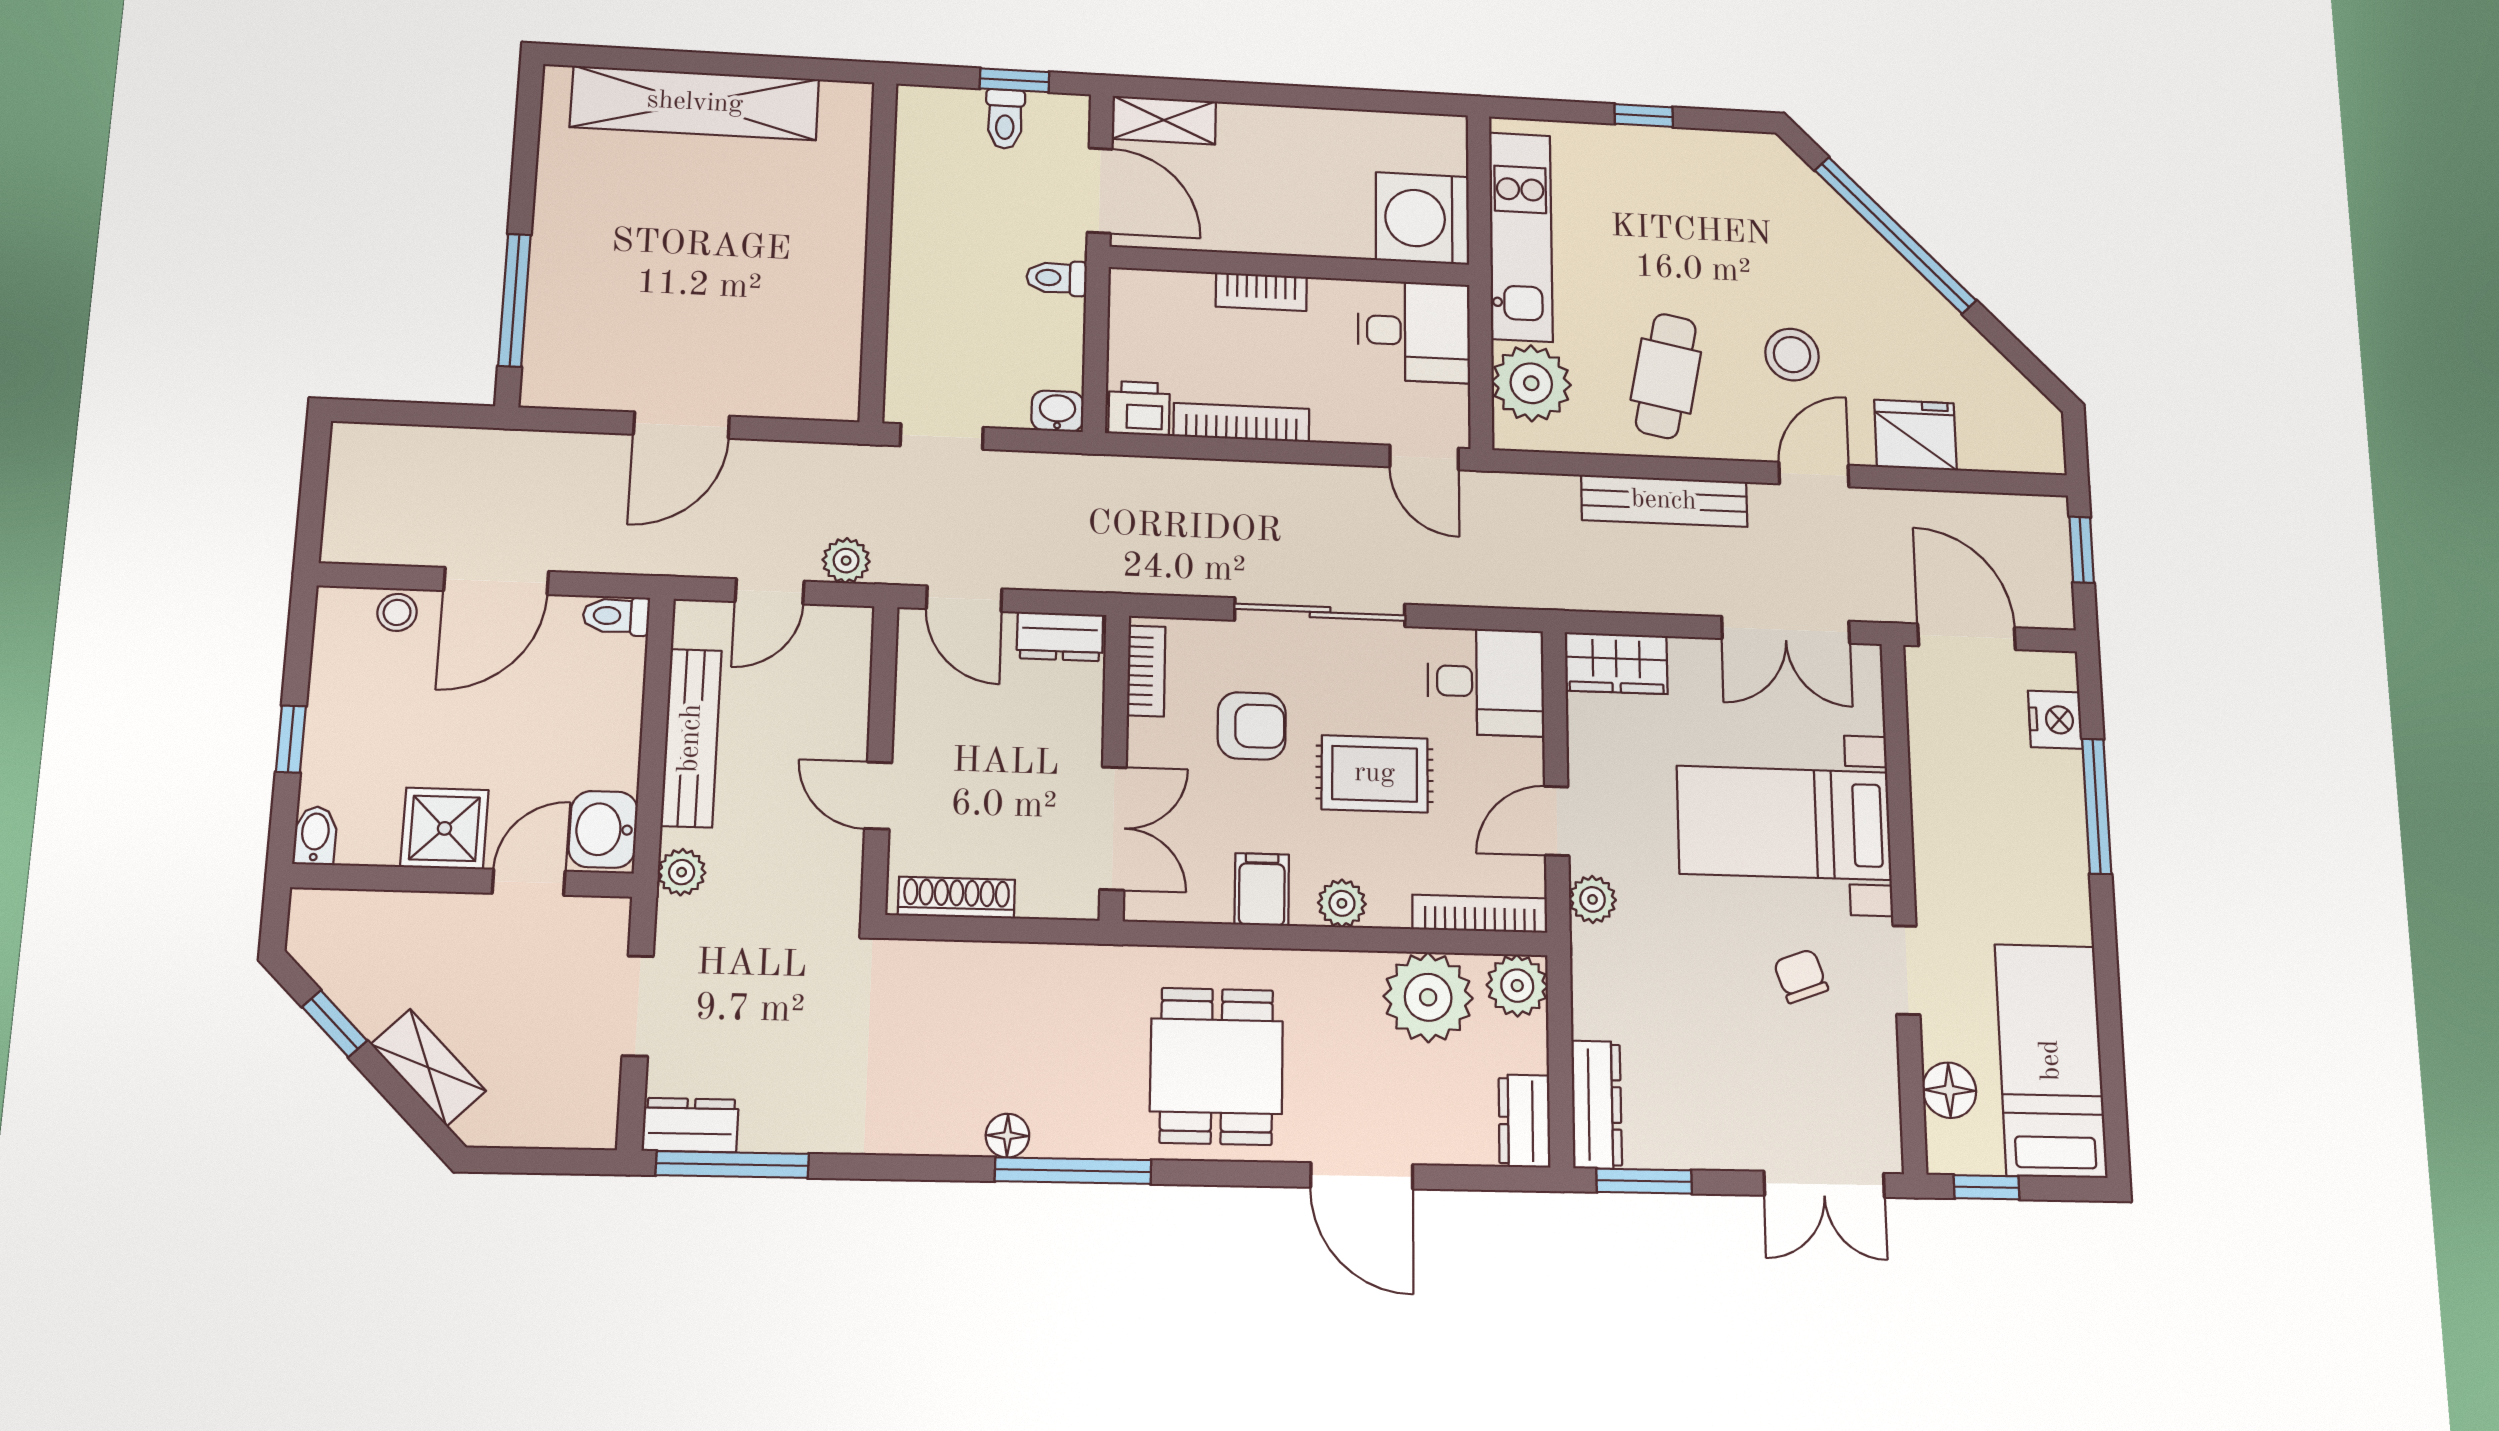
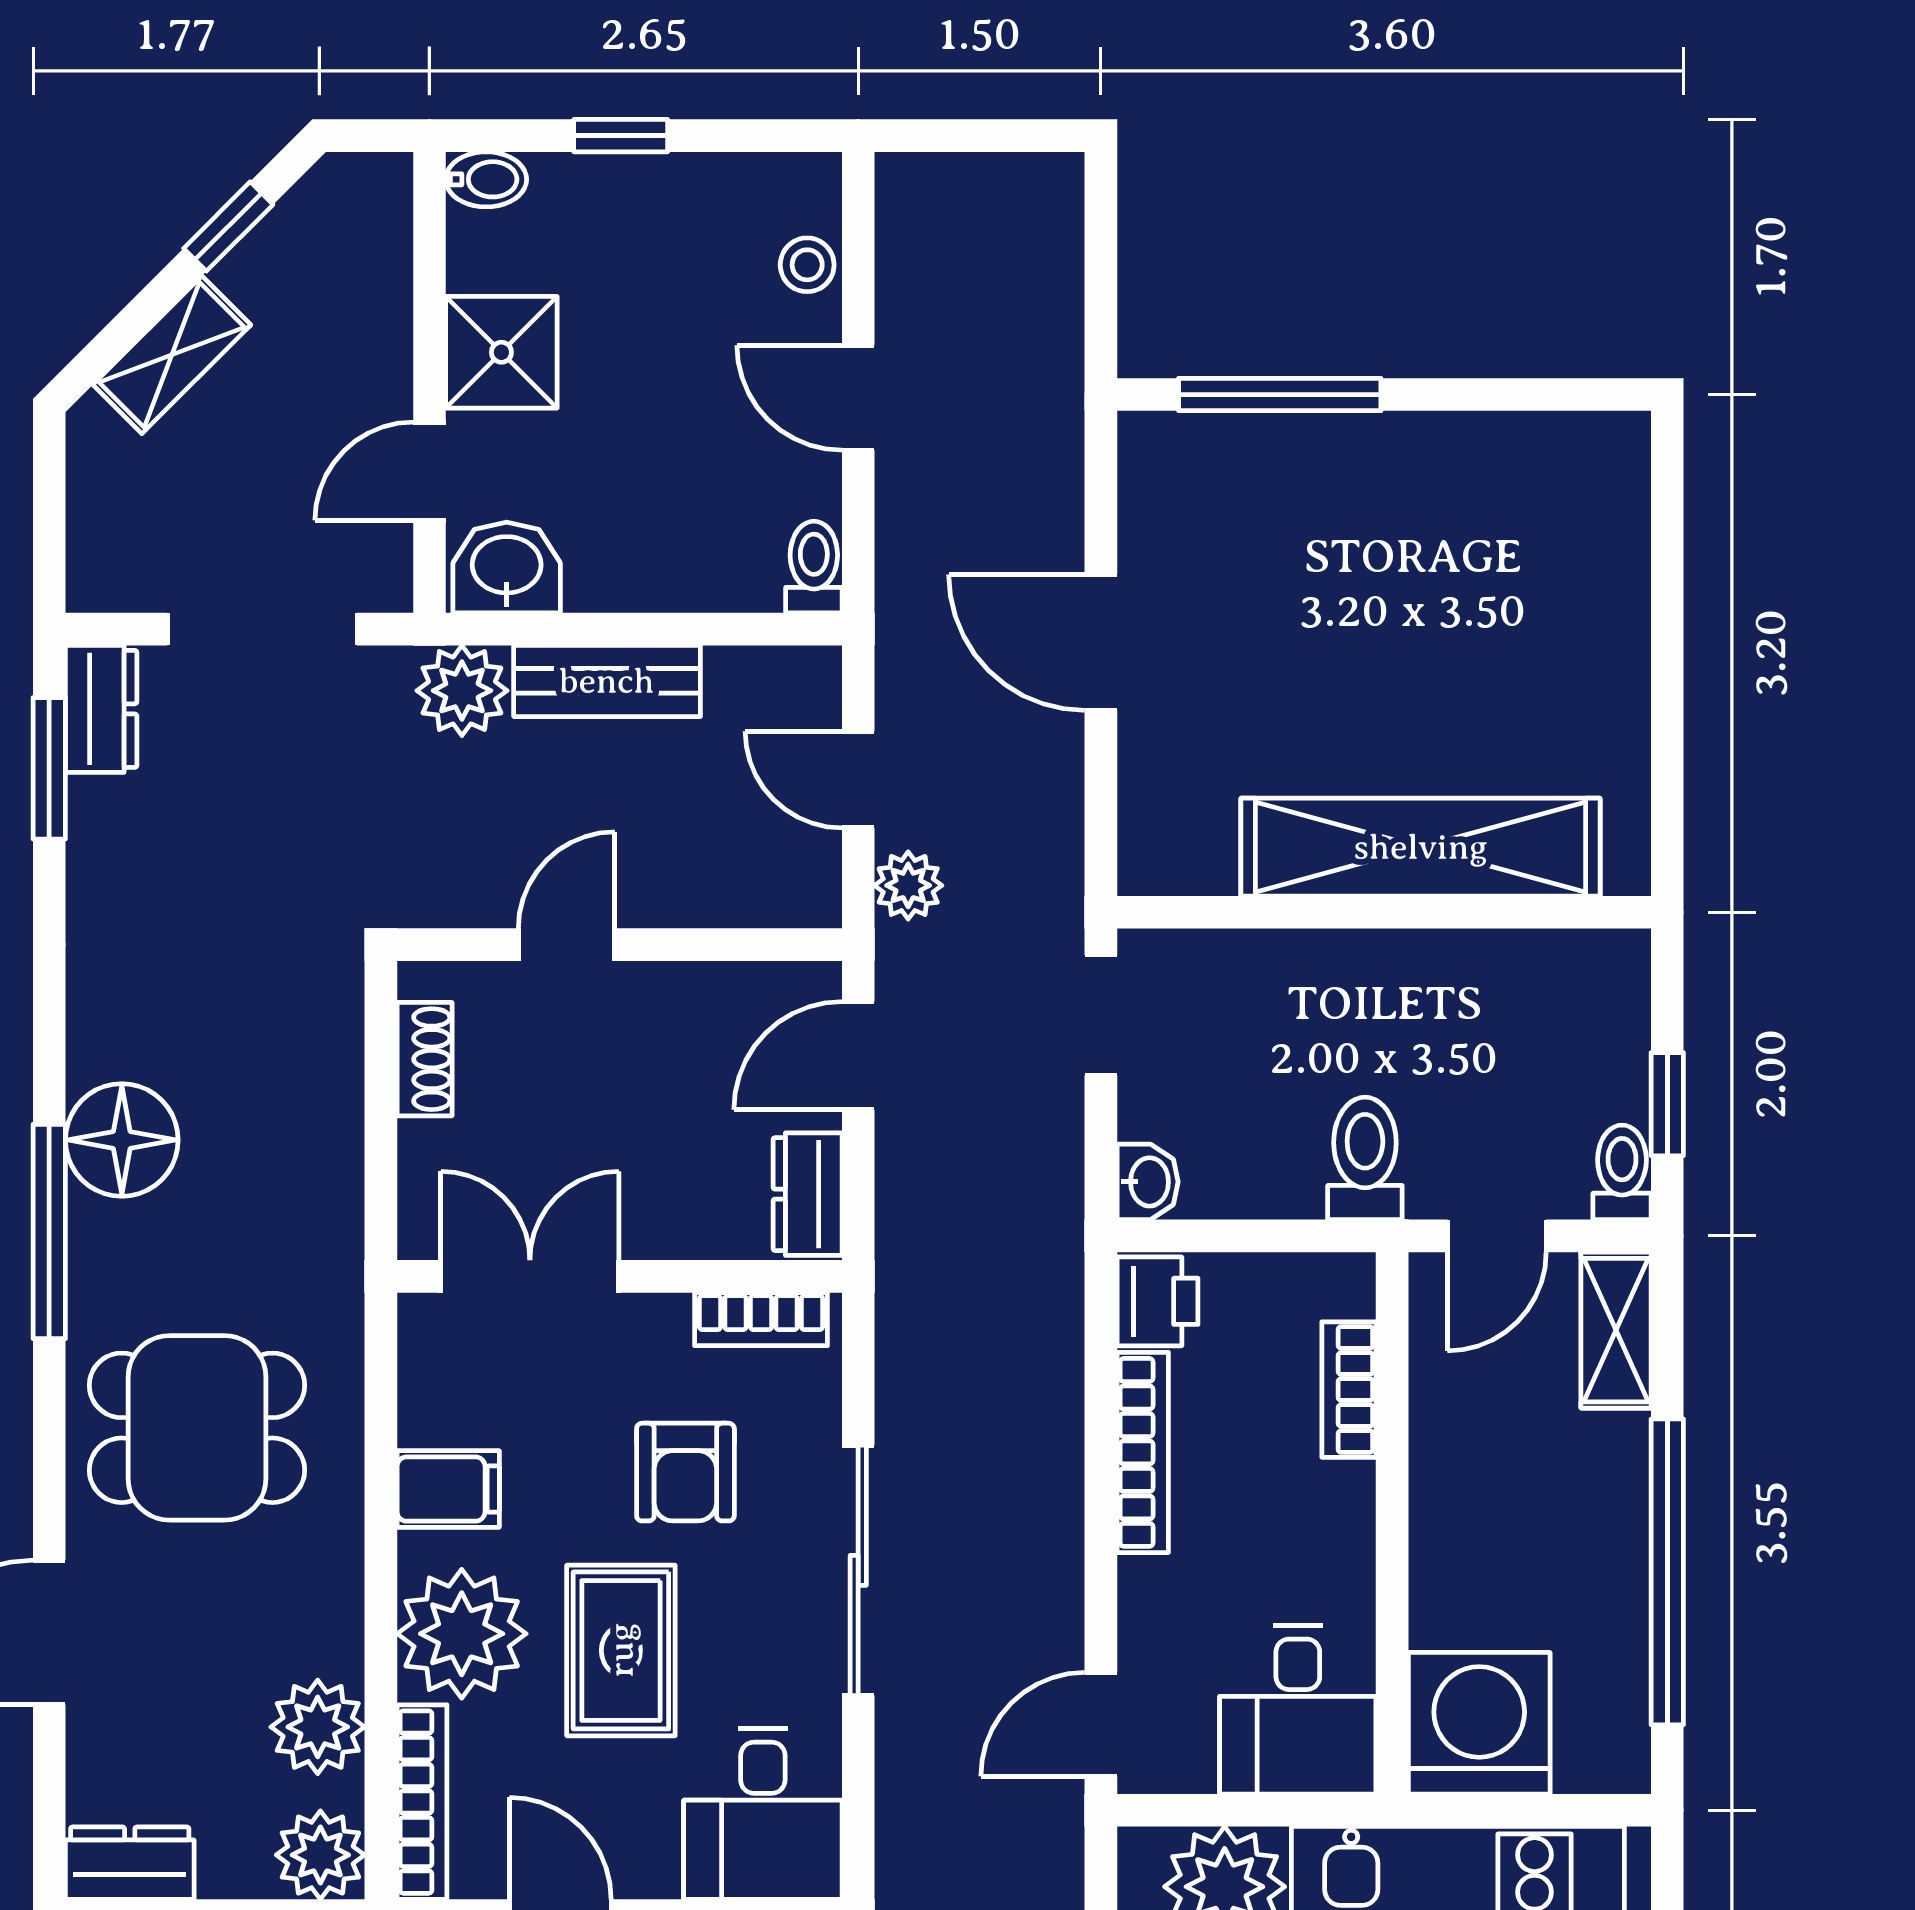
window: (1323, 98) -> (1667, 1572), added
shelving: (695, 103) -> (1421, 847), moved, turned 90
toilet: (1005, 119) -> (1622, 1172), moved, turned 90
door: (1100, 191) -> (1497, 1236), width x0.73
toilet: (1057, 278) -> (1365, 1158), width x1.37, depth x1.39
bookcase: (1261, 292) -> (1349, 1390), moved
door: (496, 581) -> (858, 398), width x0.73
bench: (691, 738) -> (607, 681), width x0.73
double door: (1113, 828) -> (530, 1276), swing flipped
plant: (682, 872) -> (462, 691), width x1.38, depth x1.38
door: (529, 882) -> (429, 471), swing flipped
shoe rack: (956, 898) -> (425, 1059), width x0.70
plant: (1342, 903) -> (462, 1634), width x1.88, depth x1.88
plant: (1428, 997) -> (318, 1727), width x0.73, depth x0.73
doorway: (638, 1006) -> (262, 629), width x1.38
floor lamp: (1007, 1136) -> (122, 1140), width x1.89, depth x1.89
window: (732, 1164) -> (49, 768), width x0.69

